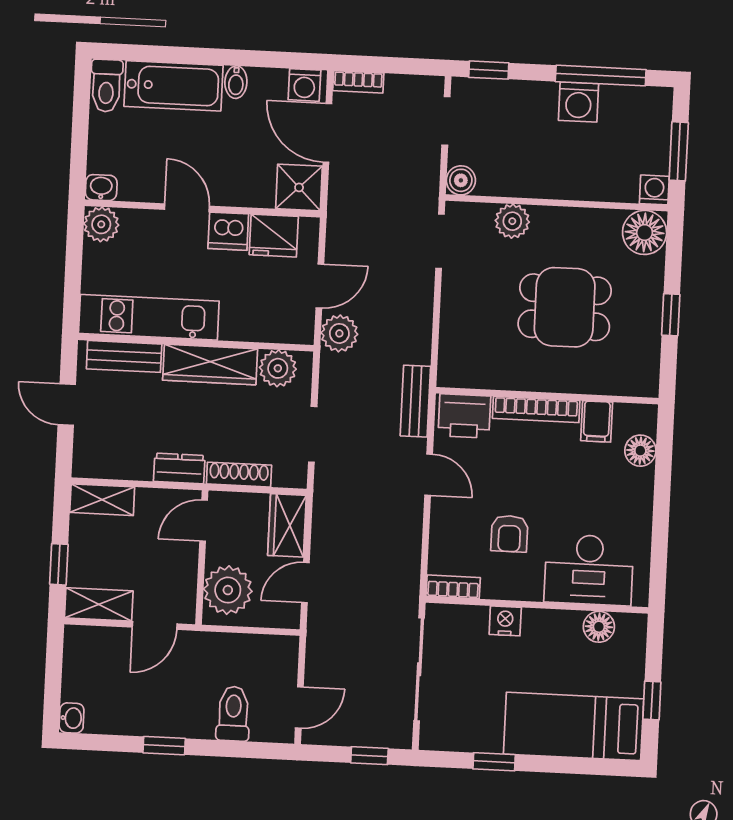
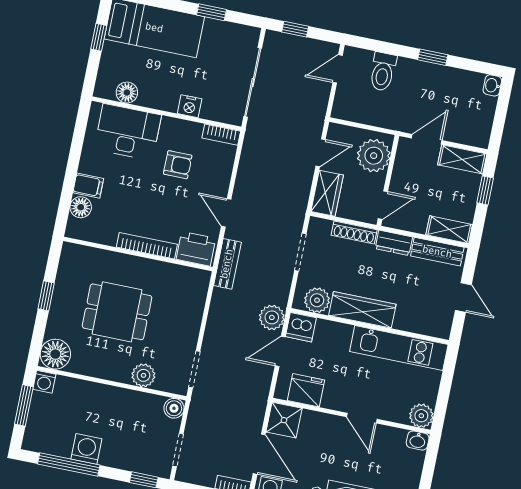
dishwasher: (228, 231) -> (301, 327), moved, turned 180
bench: (124, 356) -> (437, 252), moved
filing cabinet: (597, 421) -> (88, 186), moved, turned 90
armchair: (509, 534) -> (178, 165), turned 90

